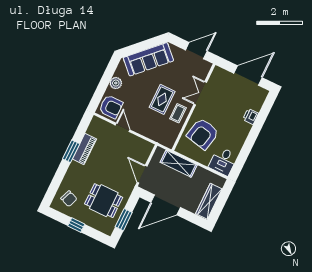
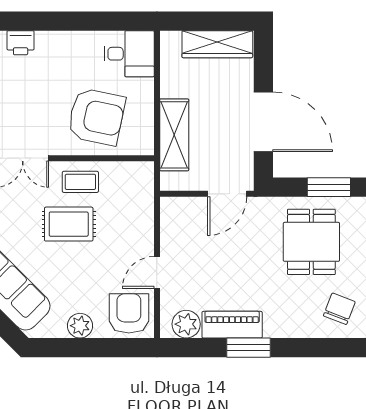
plant: (94, 129) -> (186, 324), added

